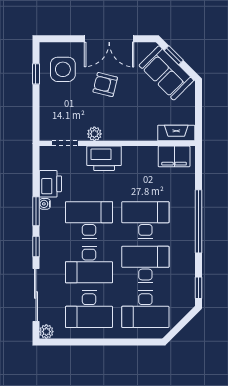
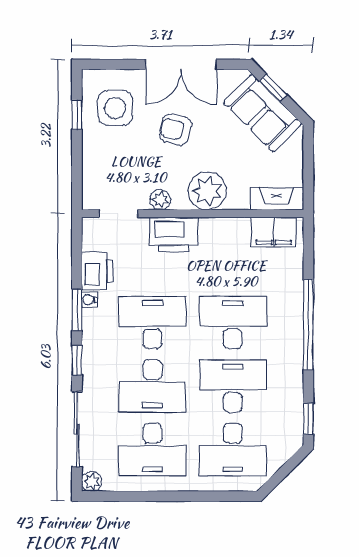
plant: (127, 128) -> (207, 191), added

